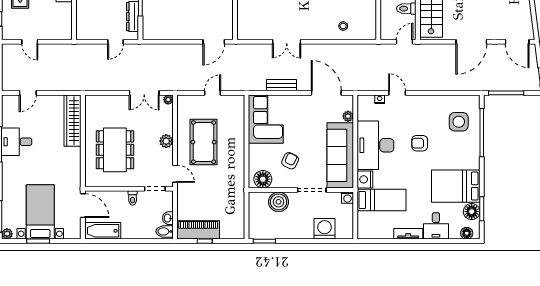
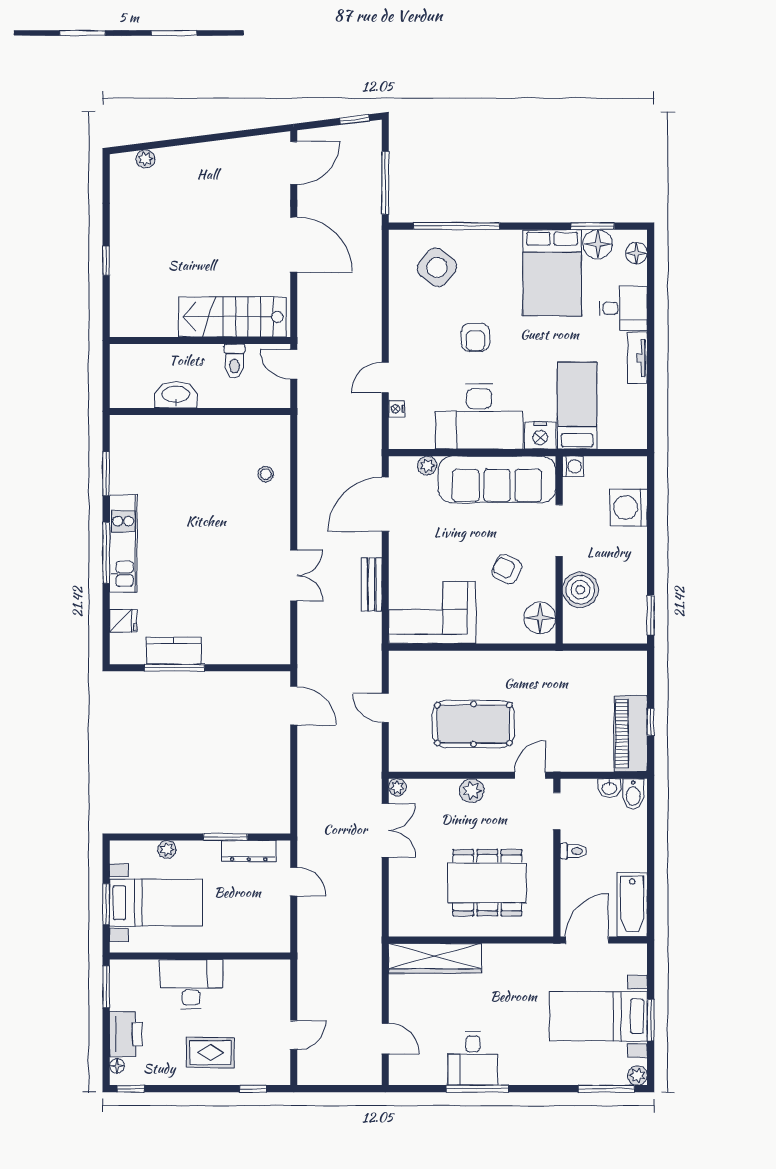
side table: (459, 122) -> (437, 267), turned 37

